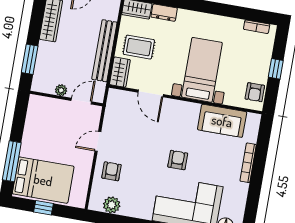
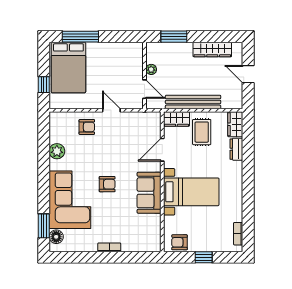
sofa: (222, 121) -> (149, 193), moved
bookcase: (248, 163) -> (109, 247), width x0.64
plant: (112, 205) -> (57, 151), moved
window: (43, 208) -> (44, 85), moved

